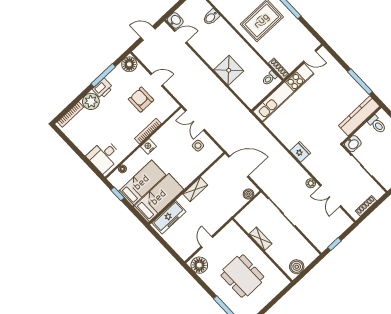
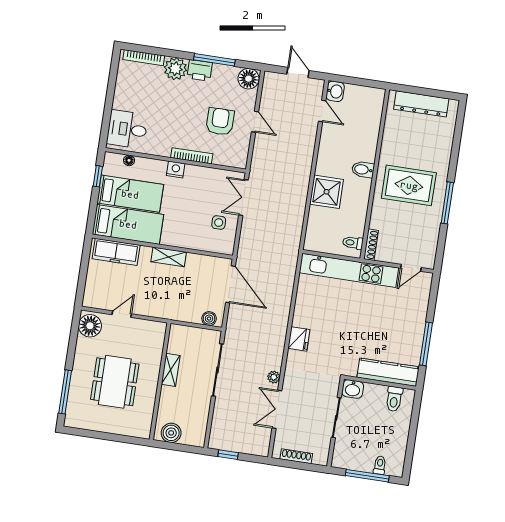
bidet: (211, 17) -> (363, 170), moved
door: (310, 56) -> (411, 268), hinge flipped

